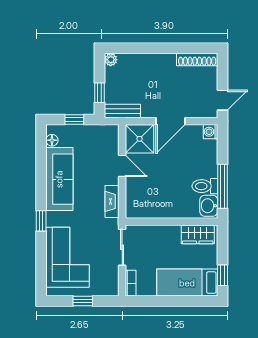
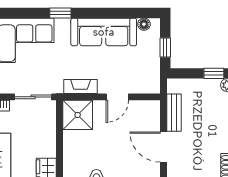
window: (99, 93) -> (214, 73), moved
bench: (122, 111) -> (174, 113), moved
shower: (140, 139) -> (78, 115), moved

